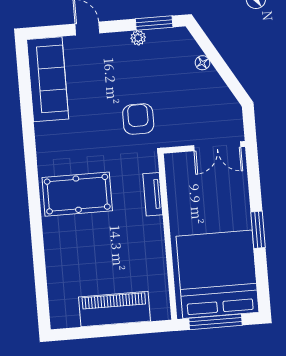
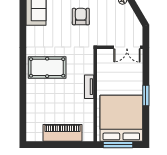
armchair: (138, 119) -> (81, 17), moved
tv unit: (153, 194) -> (89, 87), moved

